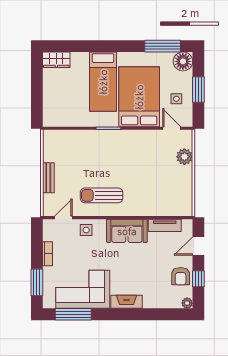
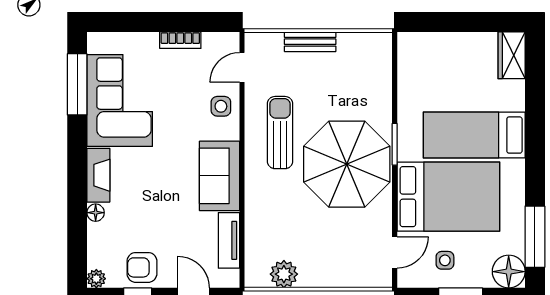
parasol: (120, 156) -> (347, 164), added
plant: (184, 157) -> (284, 274), moved
door: (63, 218) -> (242, 67), swing flipped
window: (37, 282) -> (131, 22), removed
floor lamp: (148, 303) -> (96, 213), added

